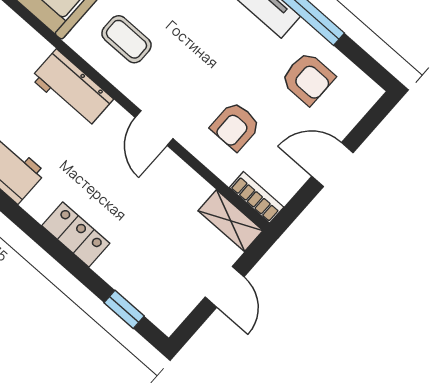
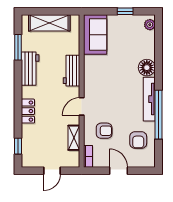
coffee table: (126, 39) -> (101, 74), removed
armchair: (235, 126) -> (104, 131), turned 180
shelving: (230, 221) -> (74, 138), moved

